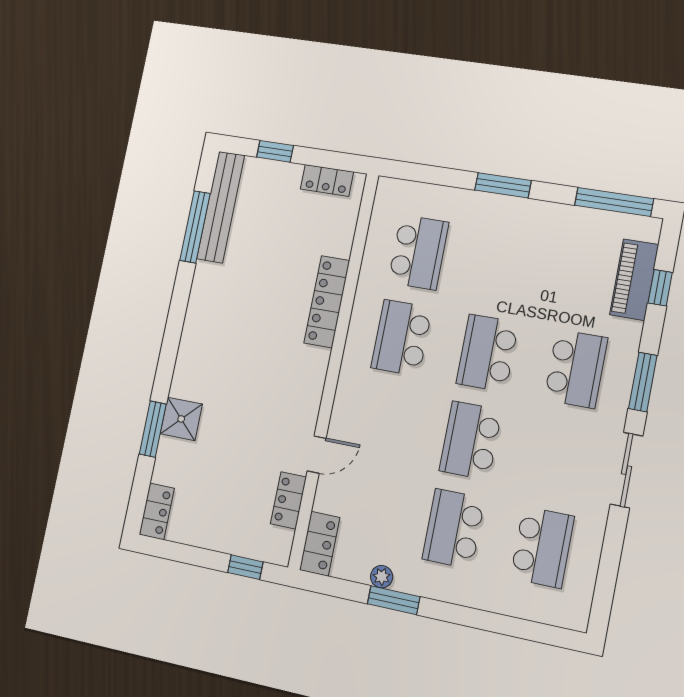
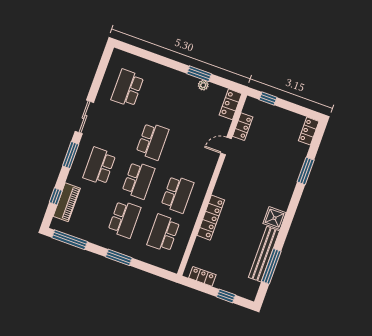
bench: (221, 207) -> (264, 254), moved
shower: (181, 419) -> (275, 218), moved
school desk: (454, 529) -> (124, 219), moved

